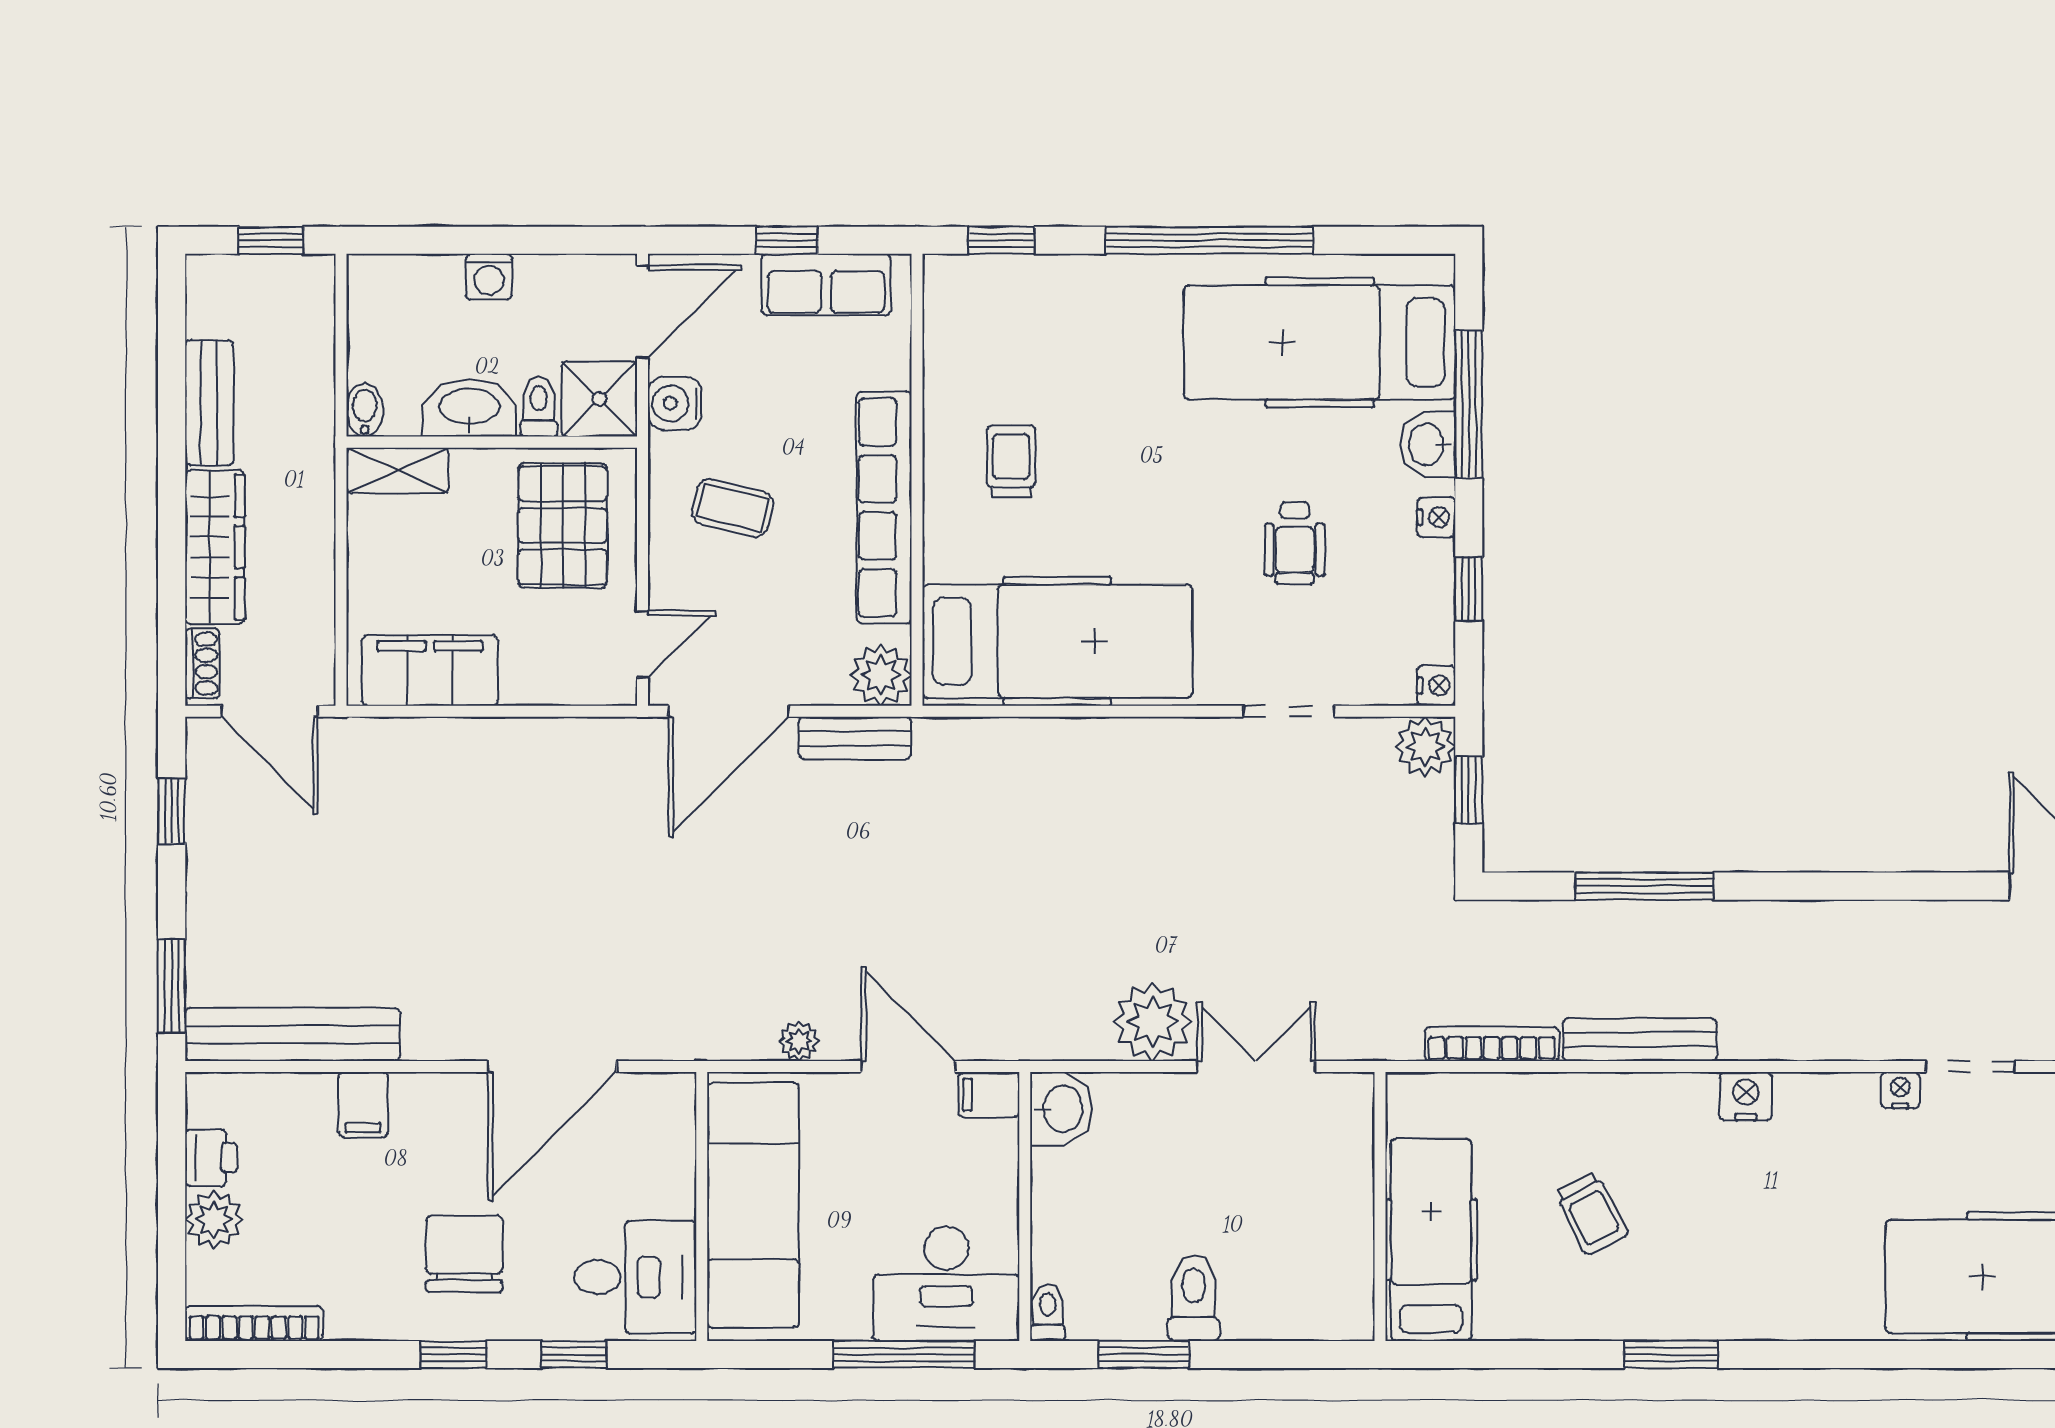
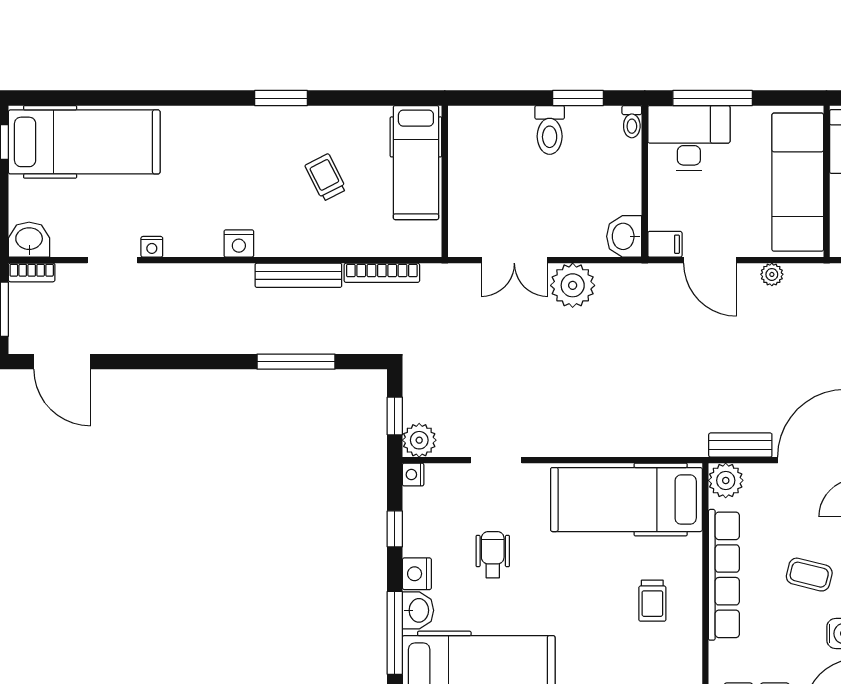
nightstand: (1436, 517) -> (417, 574), width x1.39, depth x1.35

